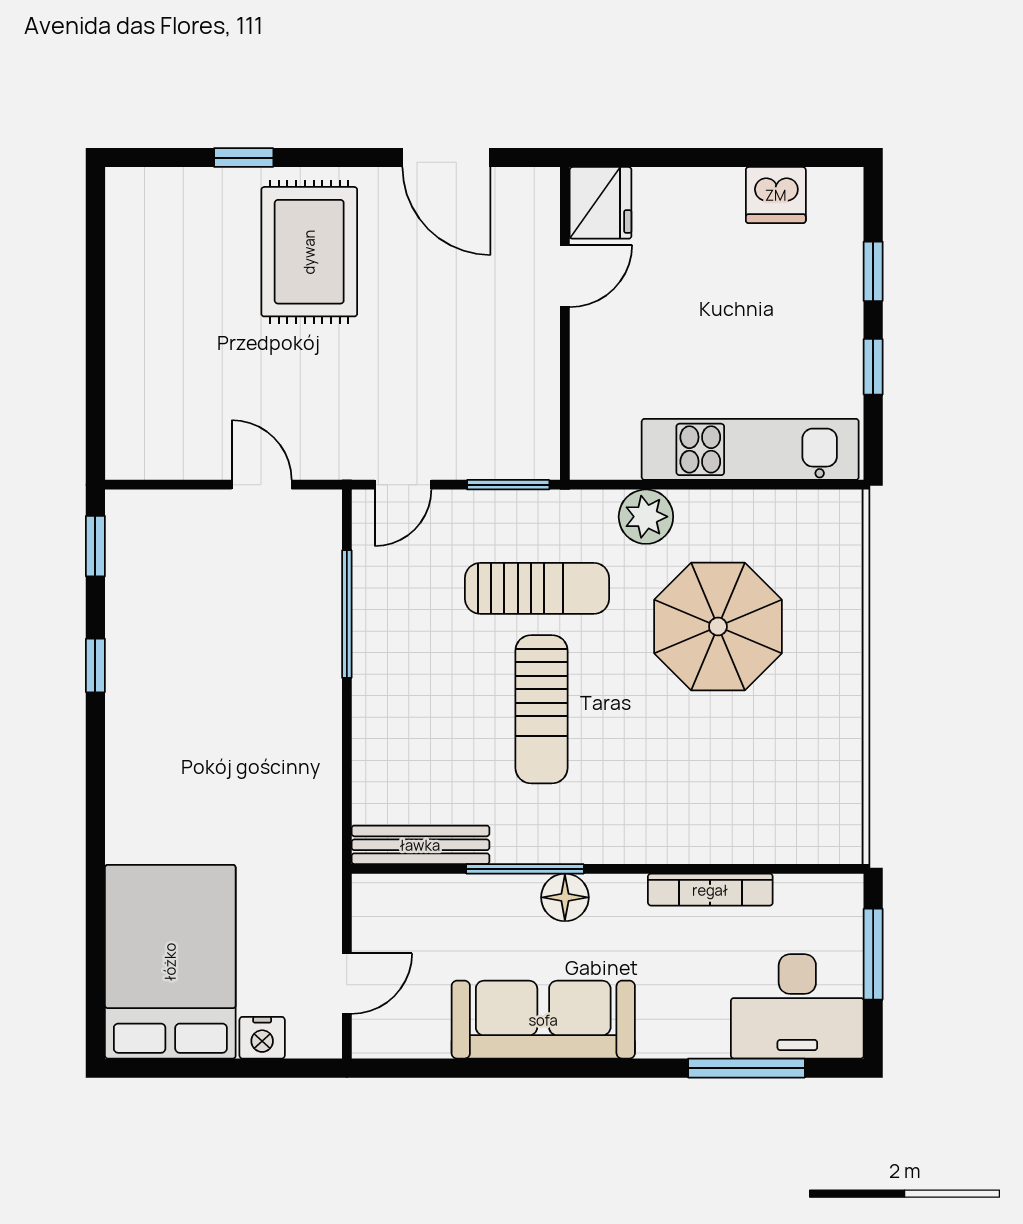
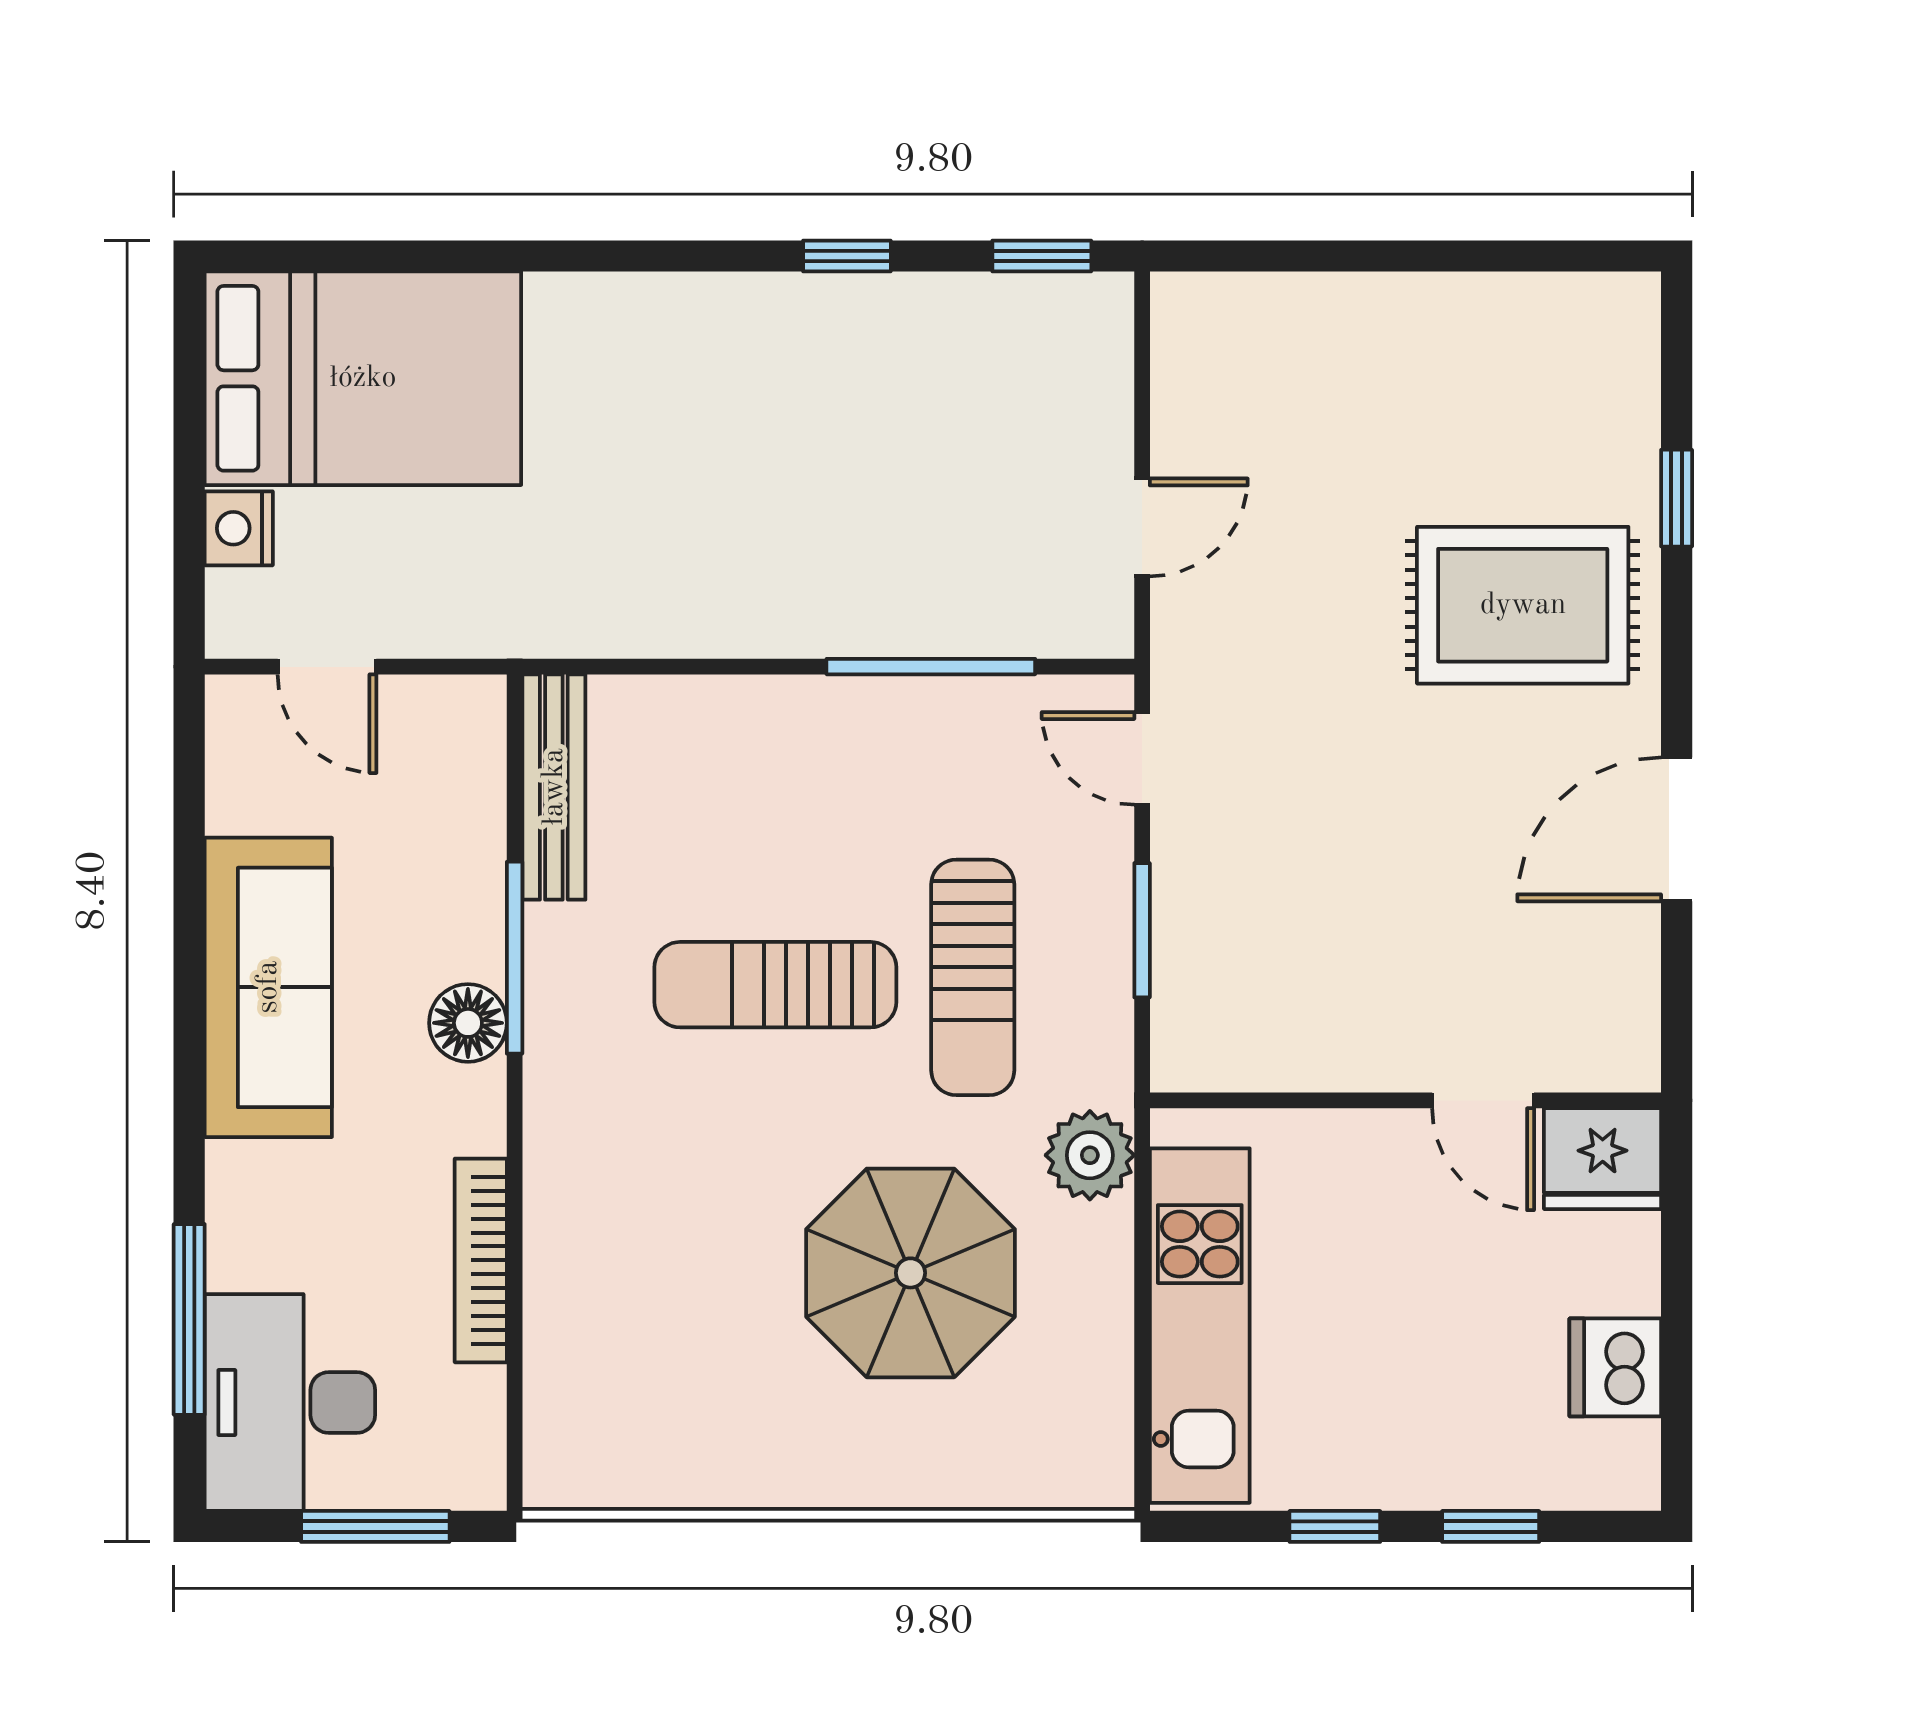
fridge: (601, 203) -> (1603, 1159), moved
door: (565, 276) -> (1483, 1100), moved
wall: (565, 323) -> (1405, 1100), moved

